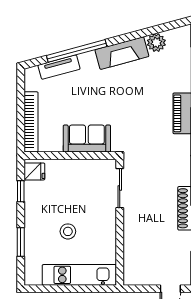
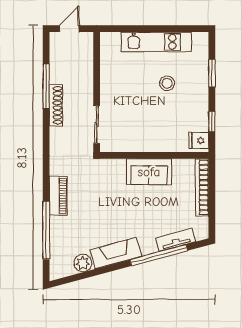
sliding door: (120, 188) -> (97, 125), moved
wall: (120, 222) -> (97, 92), moved

